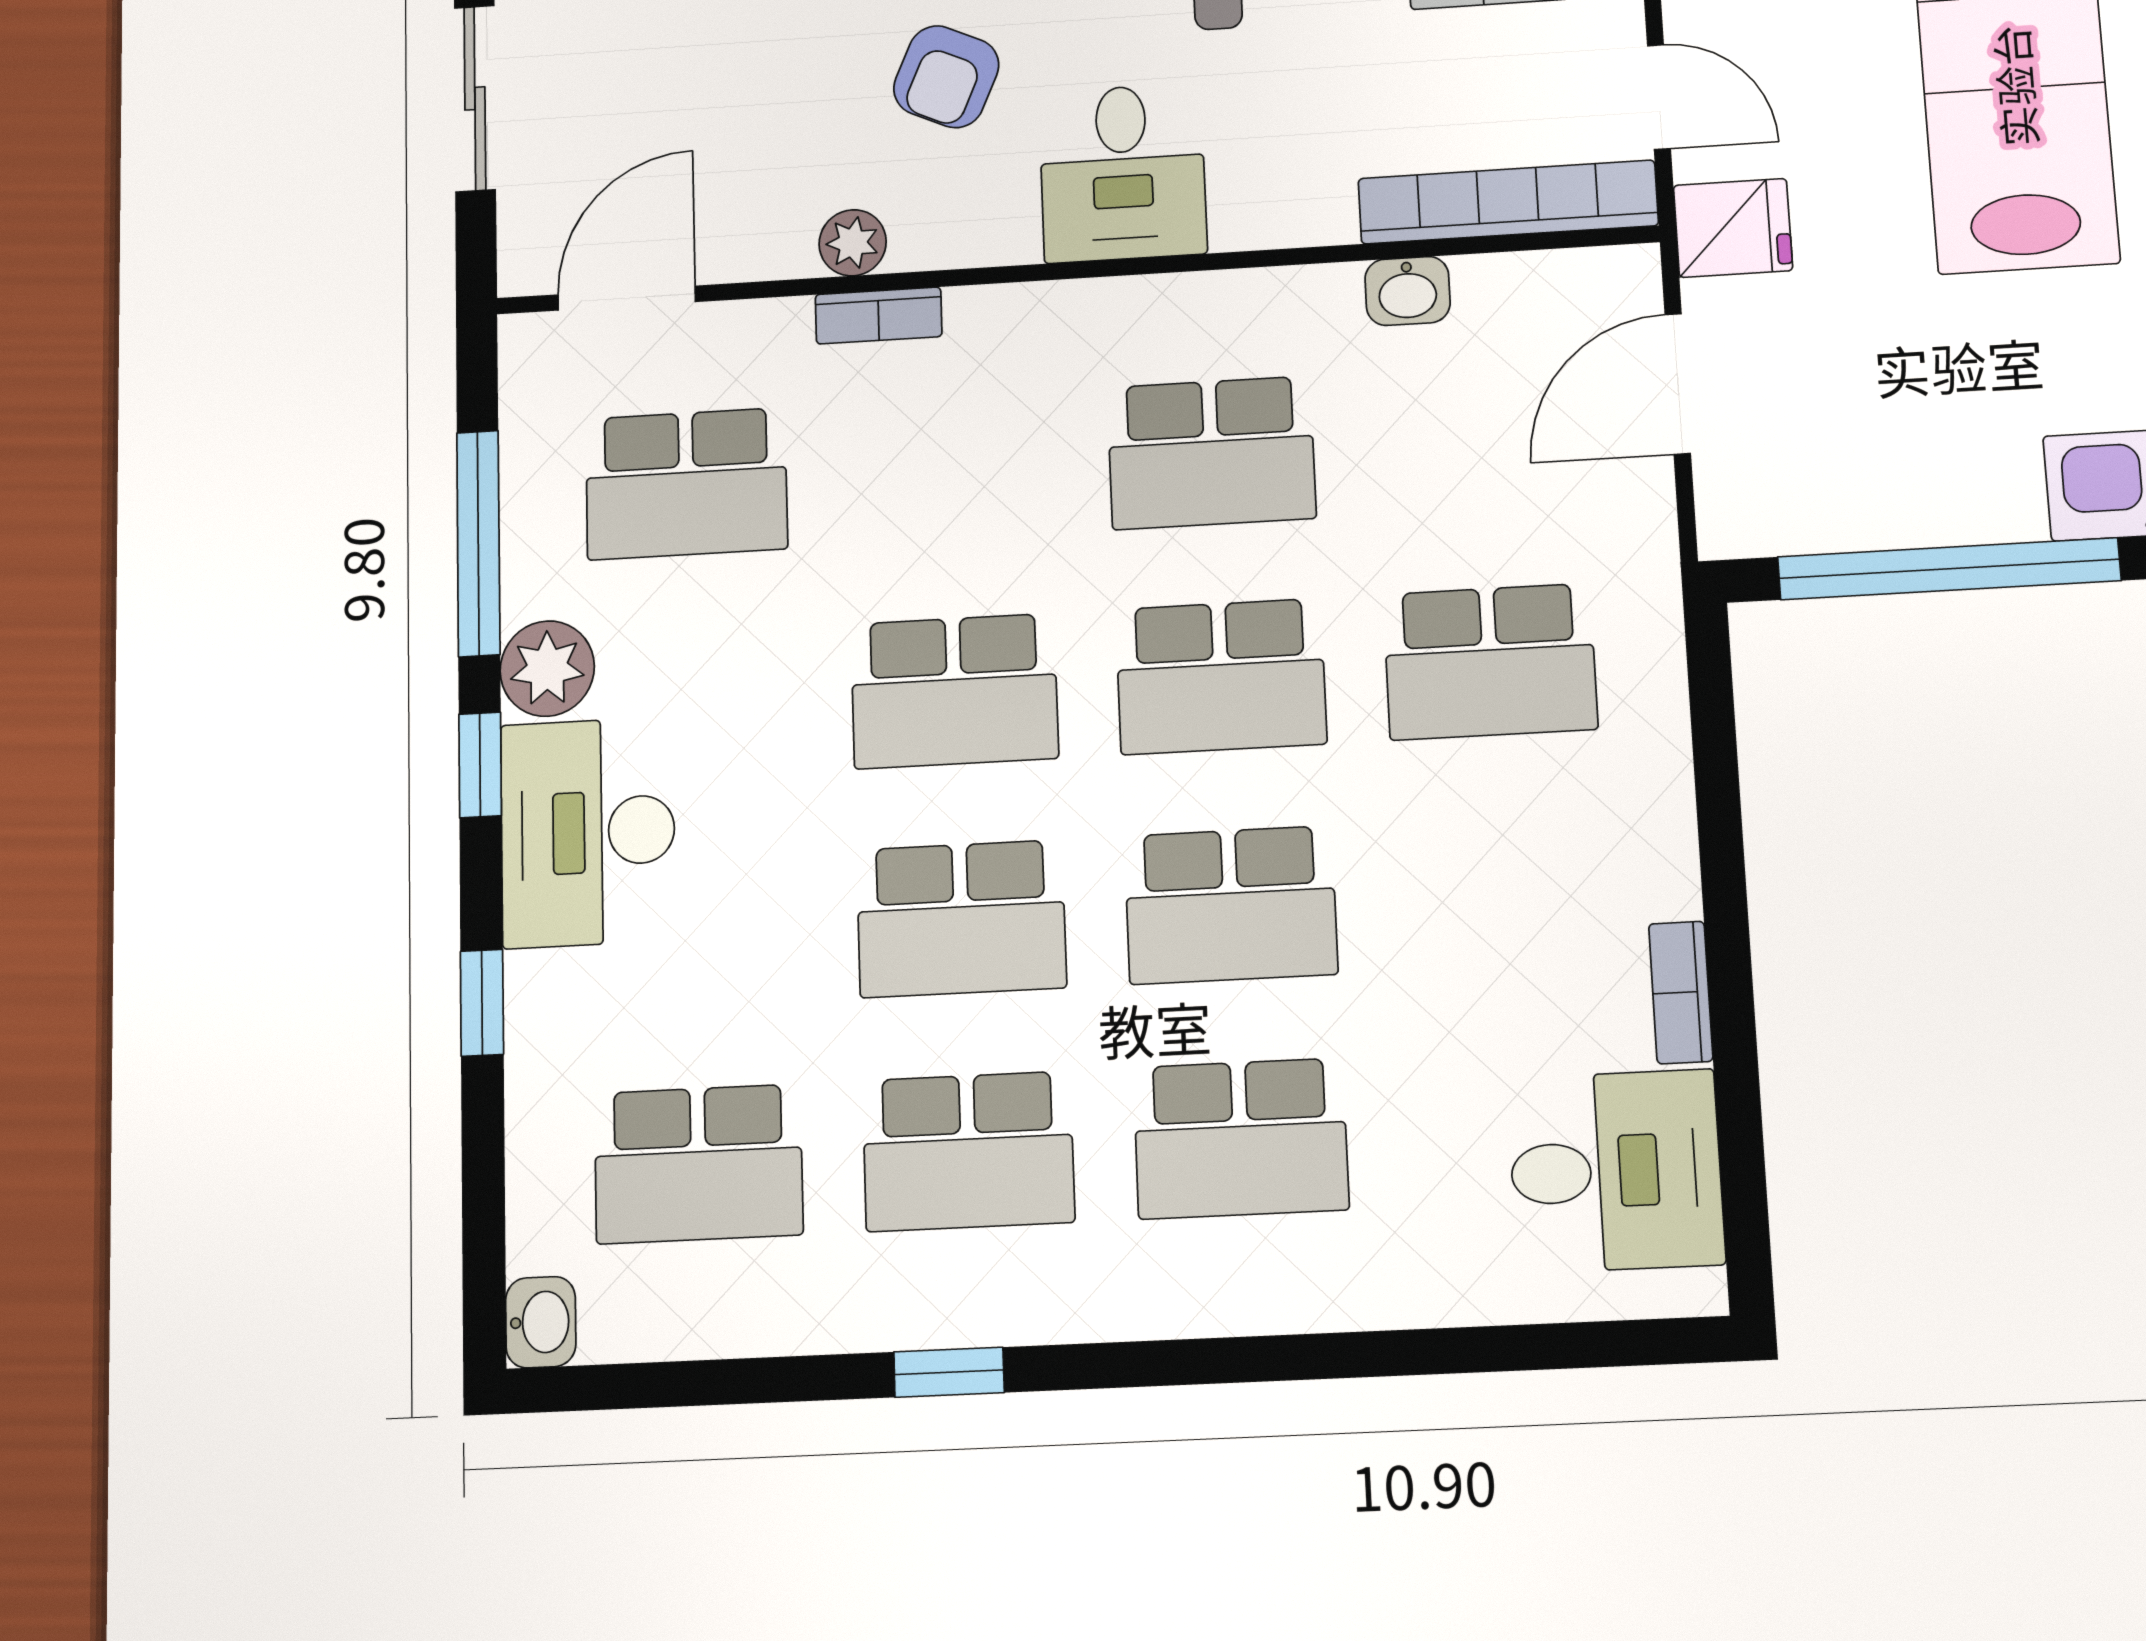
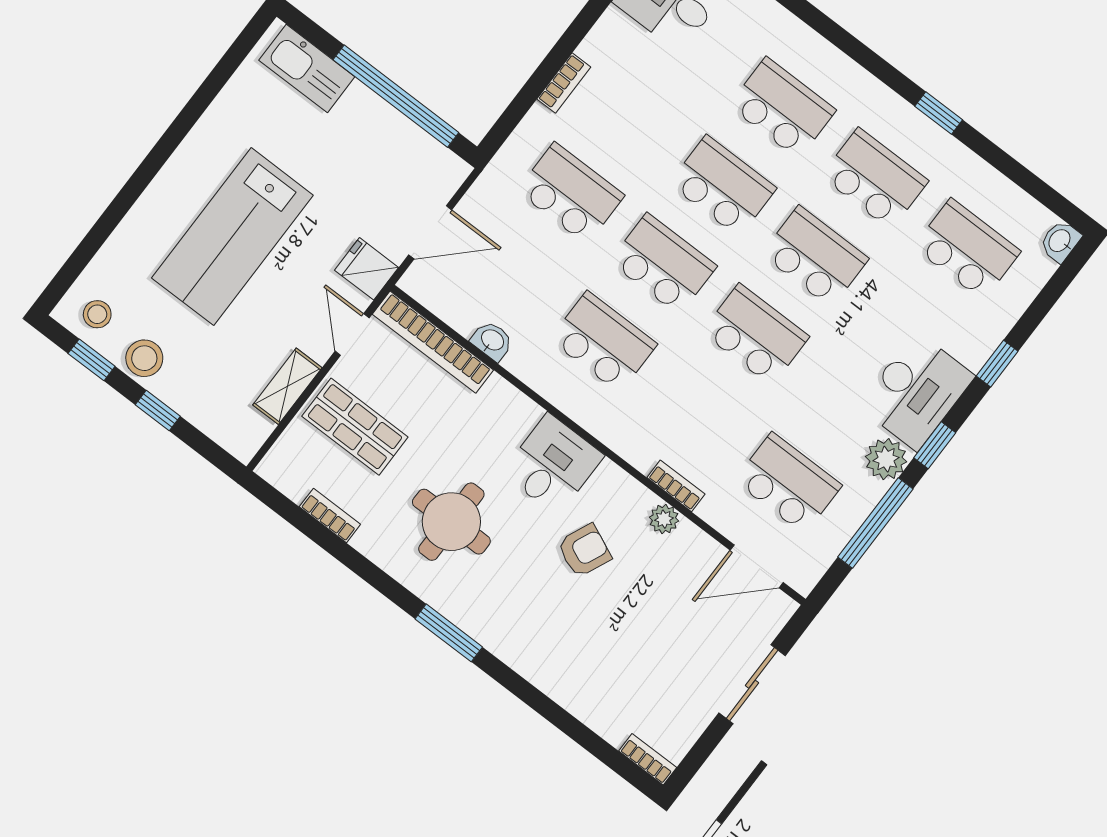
bookcase: (1681, 992) -> (564, 83), moved

